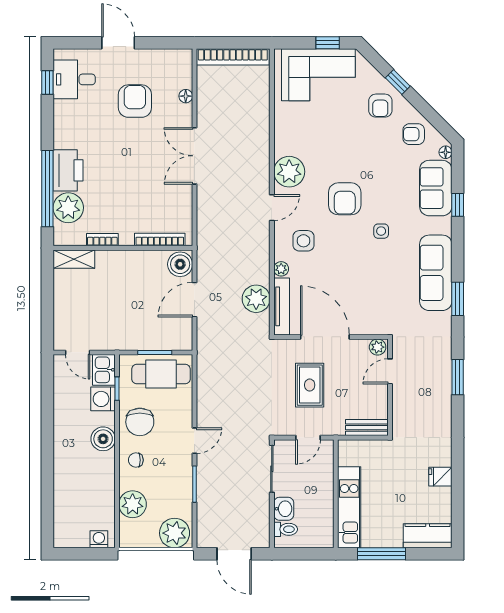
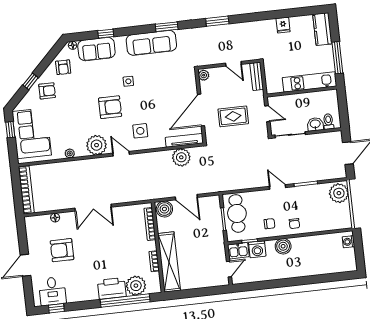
shelving: (74, 259) -> (169, 262), width x2.20, depth x1.33
plant: (281, 269) -> (70, 153), moved
door: (390, 371) -> (233, 64), moved
chair: (140, 422) -> (269, 224), width x0.54, depth x0.54
plant: (133, 504) -> (323, 222), removed

